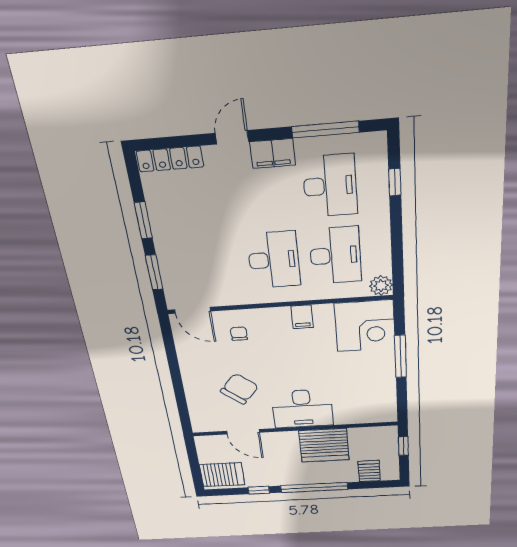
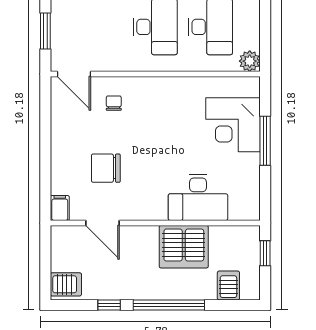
filing cabinet: (302, 317) -> (60, 208), moved, turned 180
corner desk: (365, 326) -> (233, 125), moved, turned 90
chair: (239, 389) -> (106, 168), turned -130
desk: (302, 409) -> (198, 197), moved
server rack: (222, 475) -> (66, 284), width x0.73, depth x0.70

